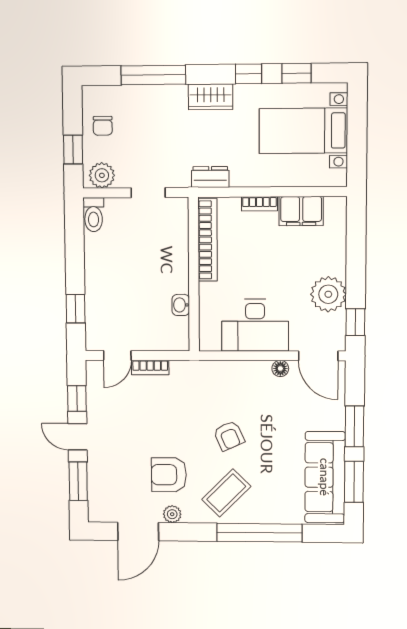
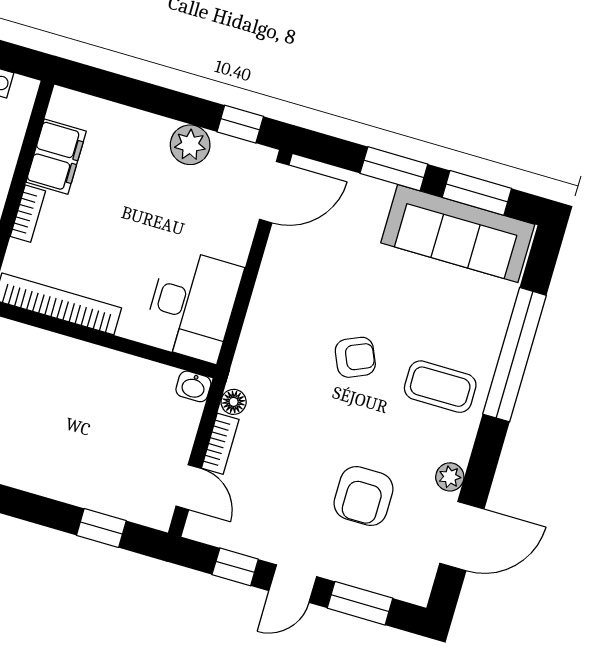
plant: (328, 294) -> (190, 145), width x0.73, depth x0.73
washbasin: (181, 305) -> (193, 386), moved
desk: (255, 325) -> (193, 305), moved
floor lamp: (280, 369) -> (234, 402), moved
armchair: (169, 475) -> (364, 496), moved
coffee table: (226, 493) -> (440, 387), turned -45
door: (138, 531) -> (462, 536), hinge flipped

